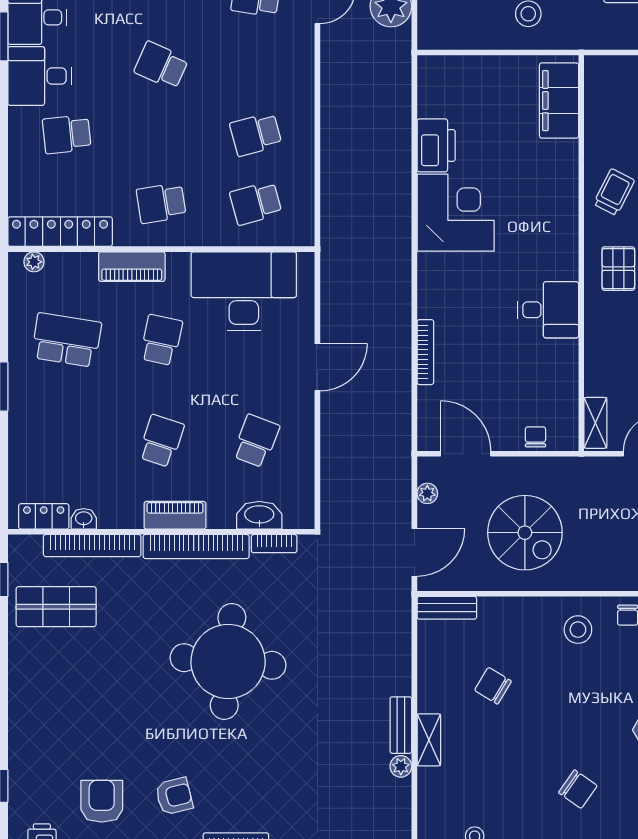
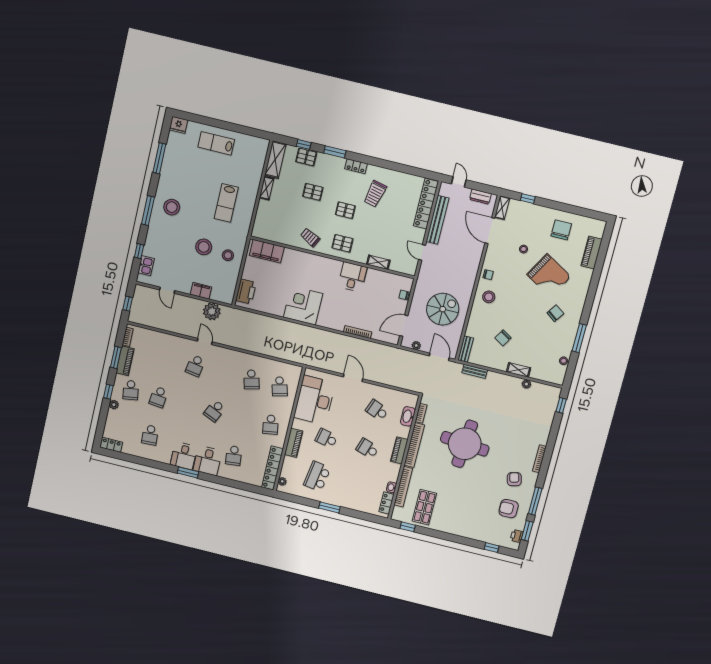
printer: (436, 145) -> (246, 292), moved, turned 90
shelving: (595, 423) -> (378, 262), moved
bench: (401, 725) -> (475, 371), moved

